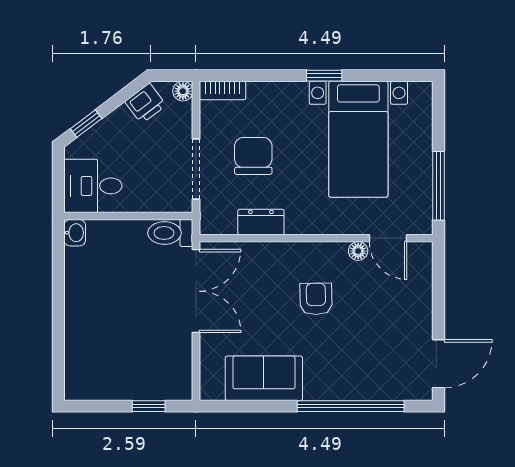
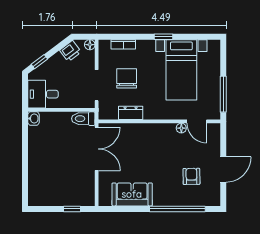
bookcase: (222, 91) -> (123, 44), moved
armchair: (316, 299) -> (191, 176), moved
door: (439, 364) -> (223, 169), moved

